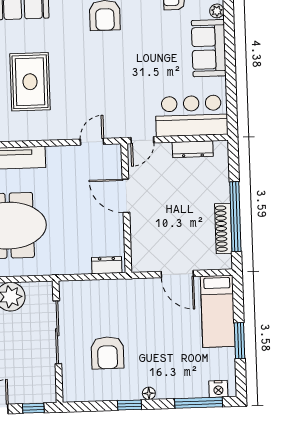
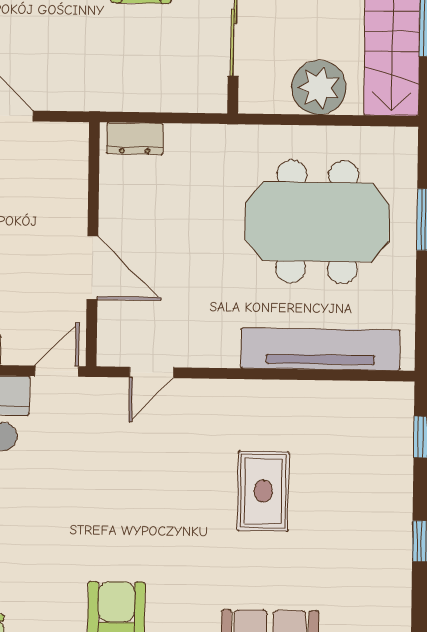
rug: (30, 82) -> (263, 491), width x0.73, depth x0.70

